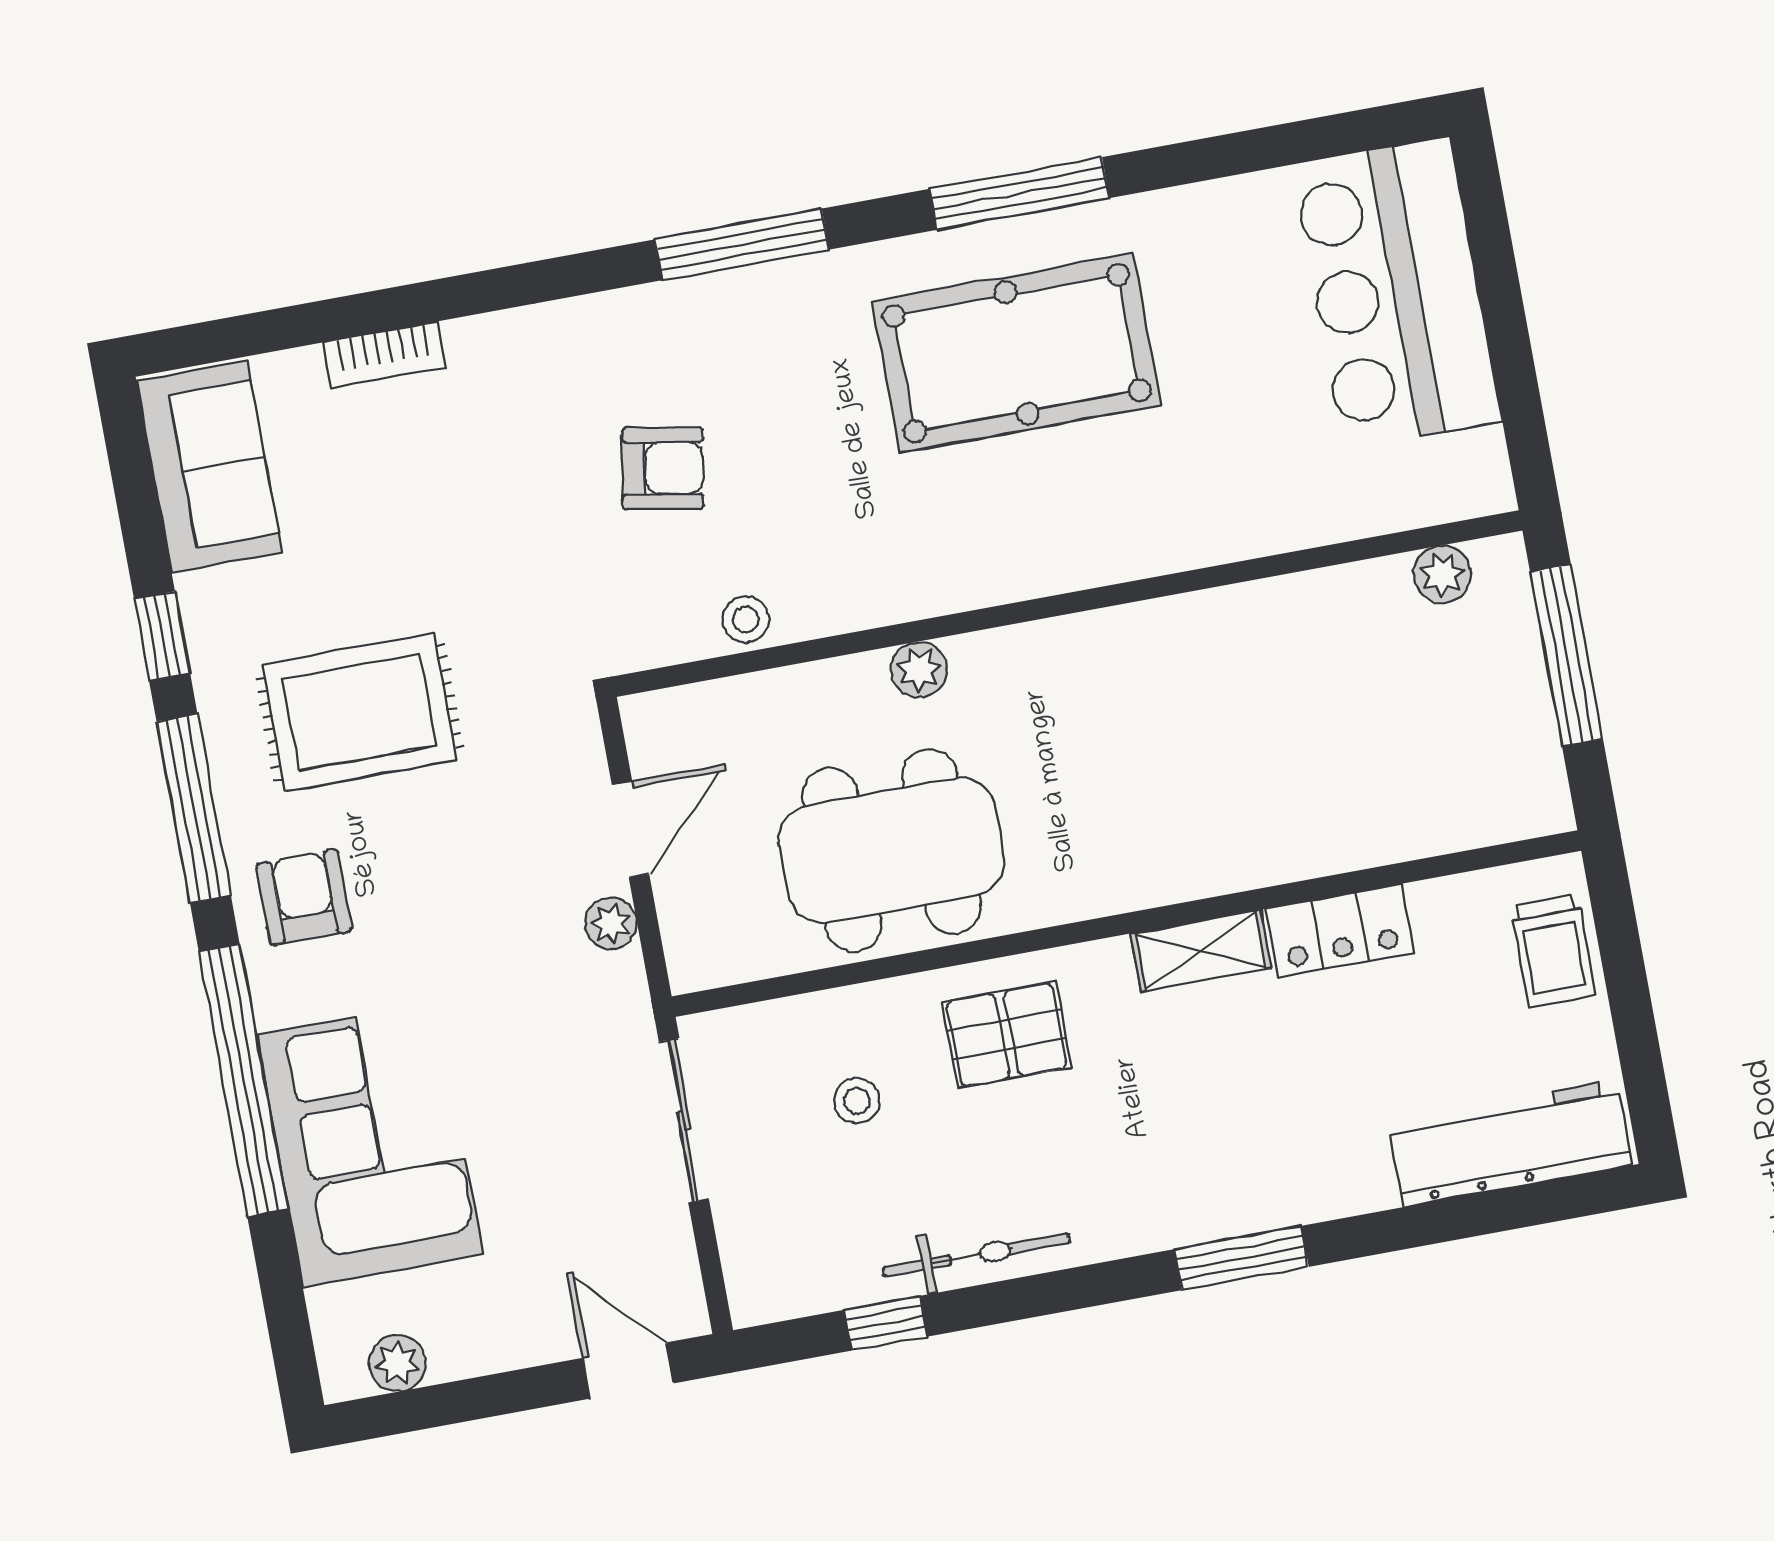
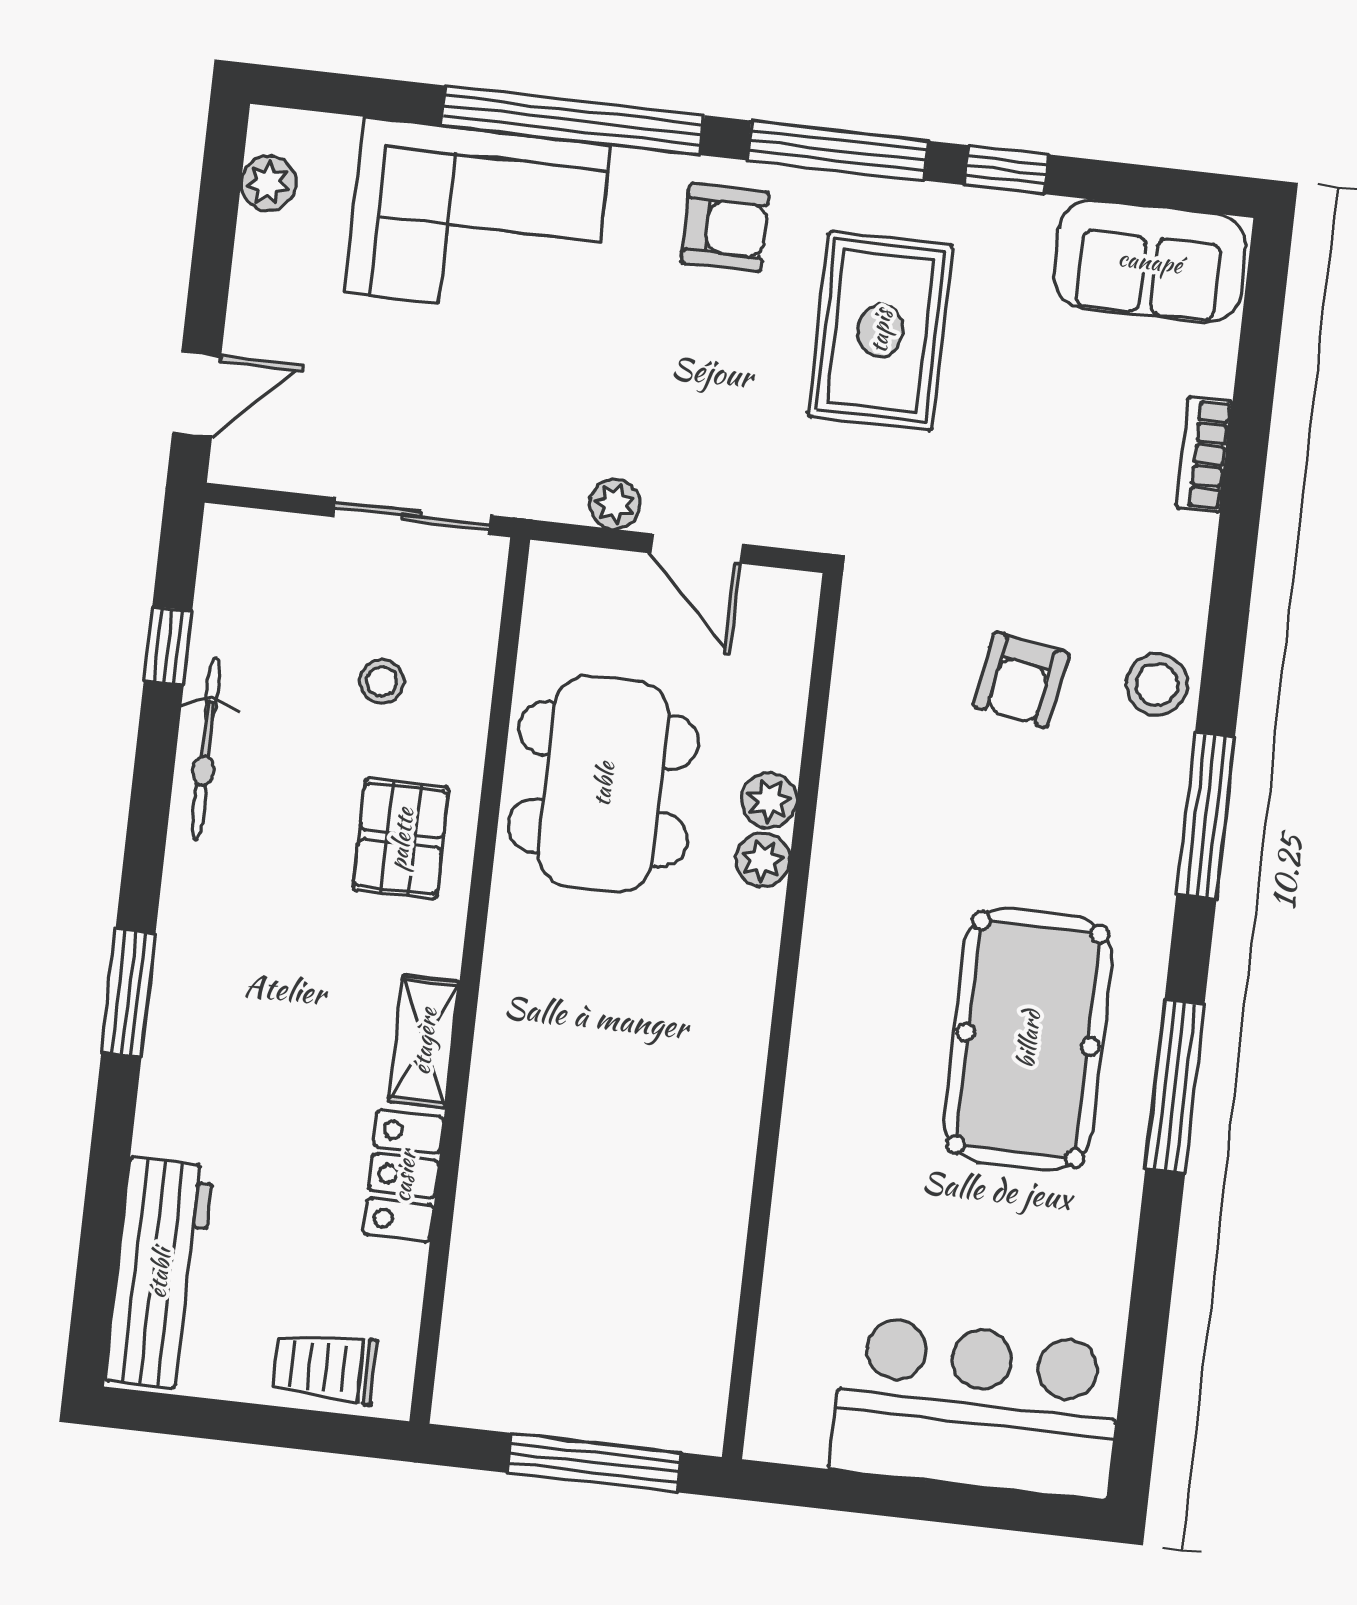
plant: (1442, 574) -> (769, 800), moved
stool: (746, 619) -> (1157, 684), moved, width x1.37, depth x1.37

